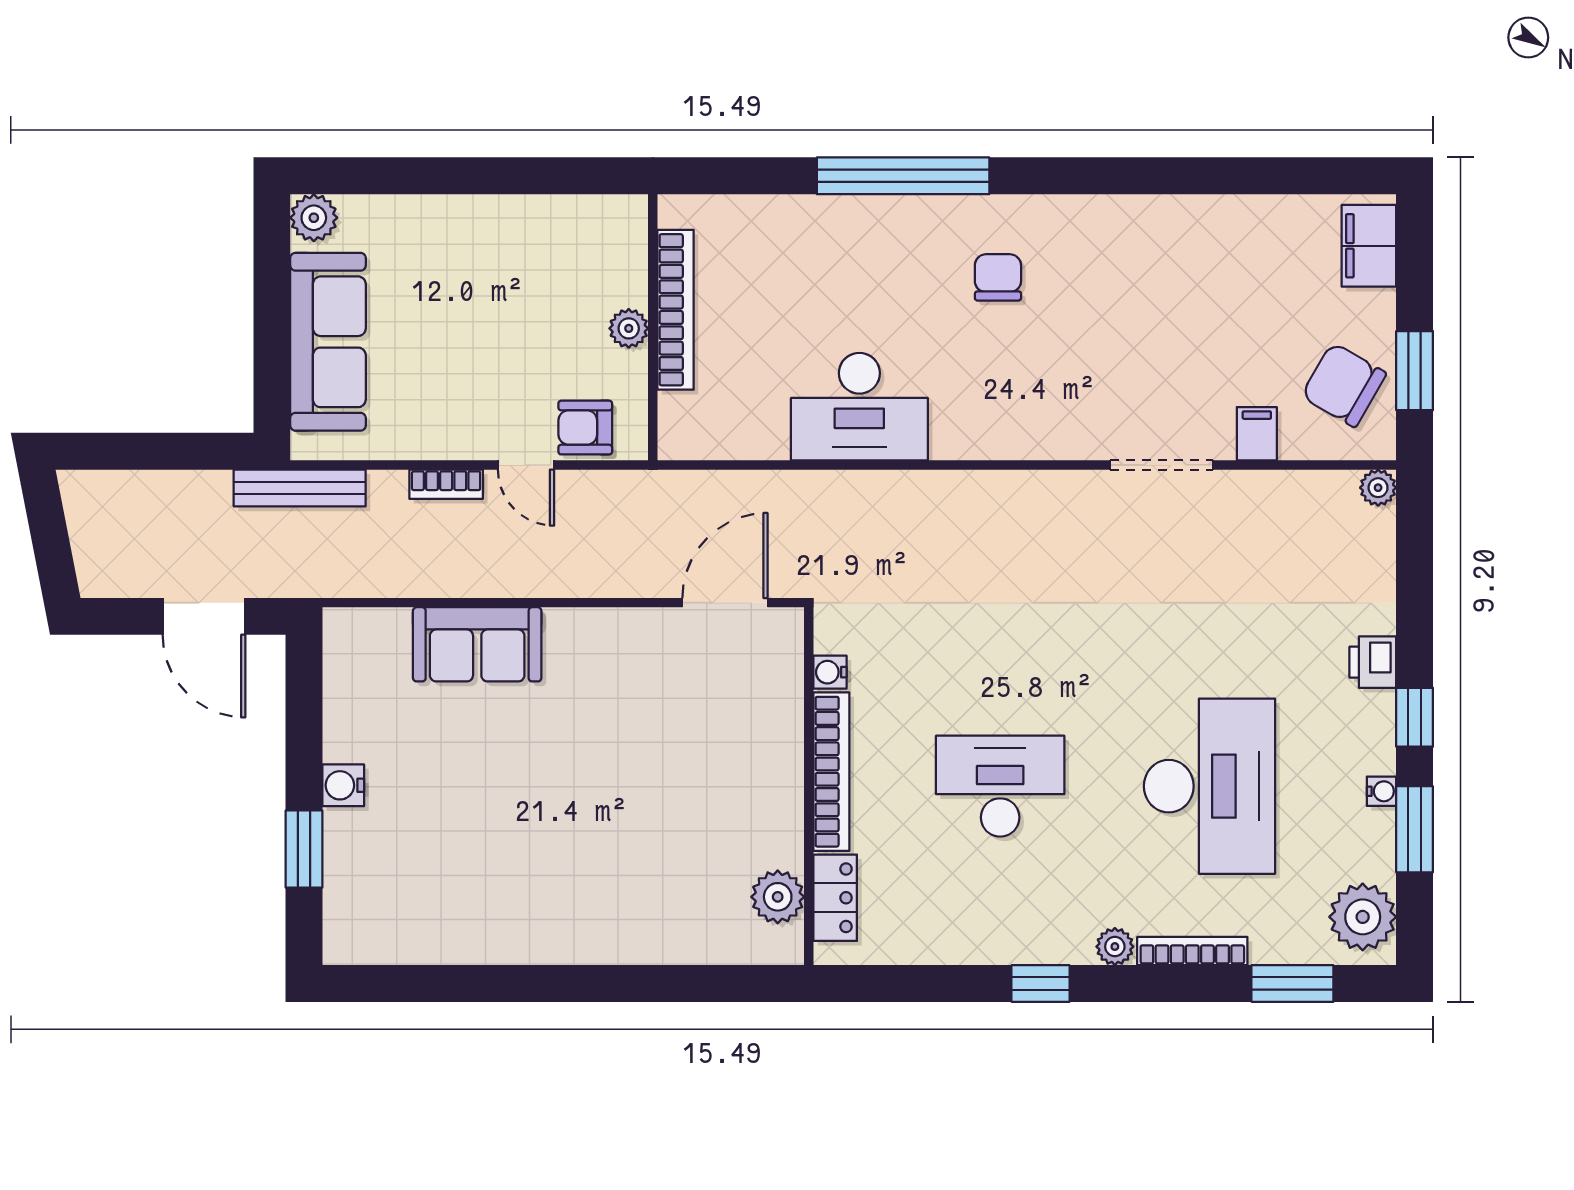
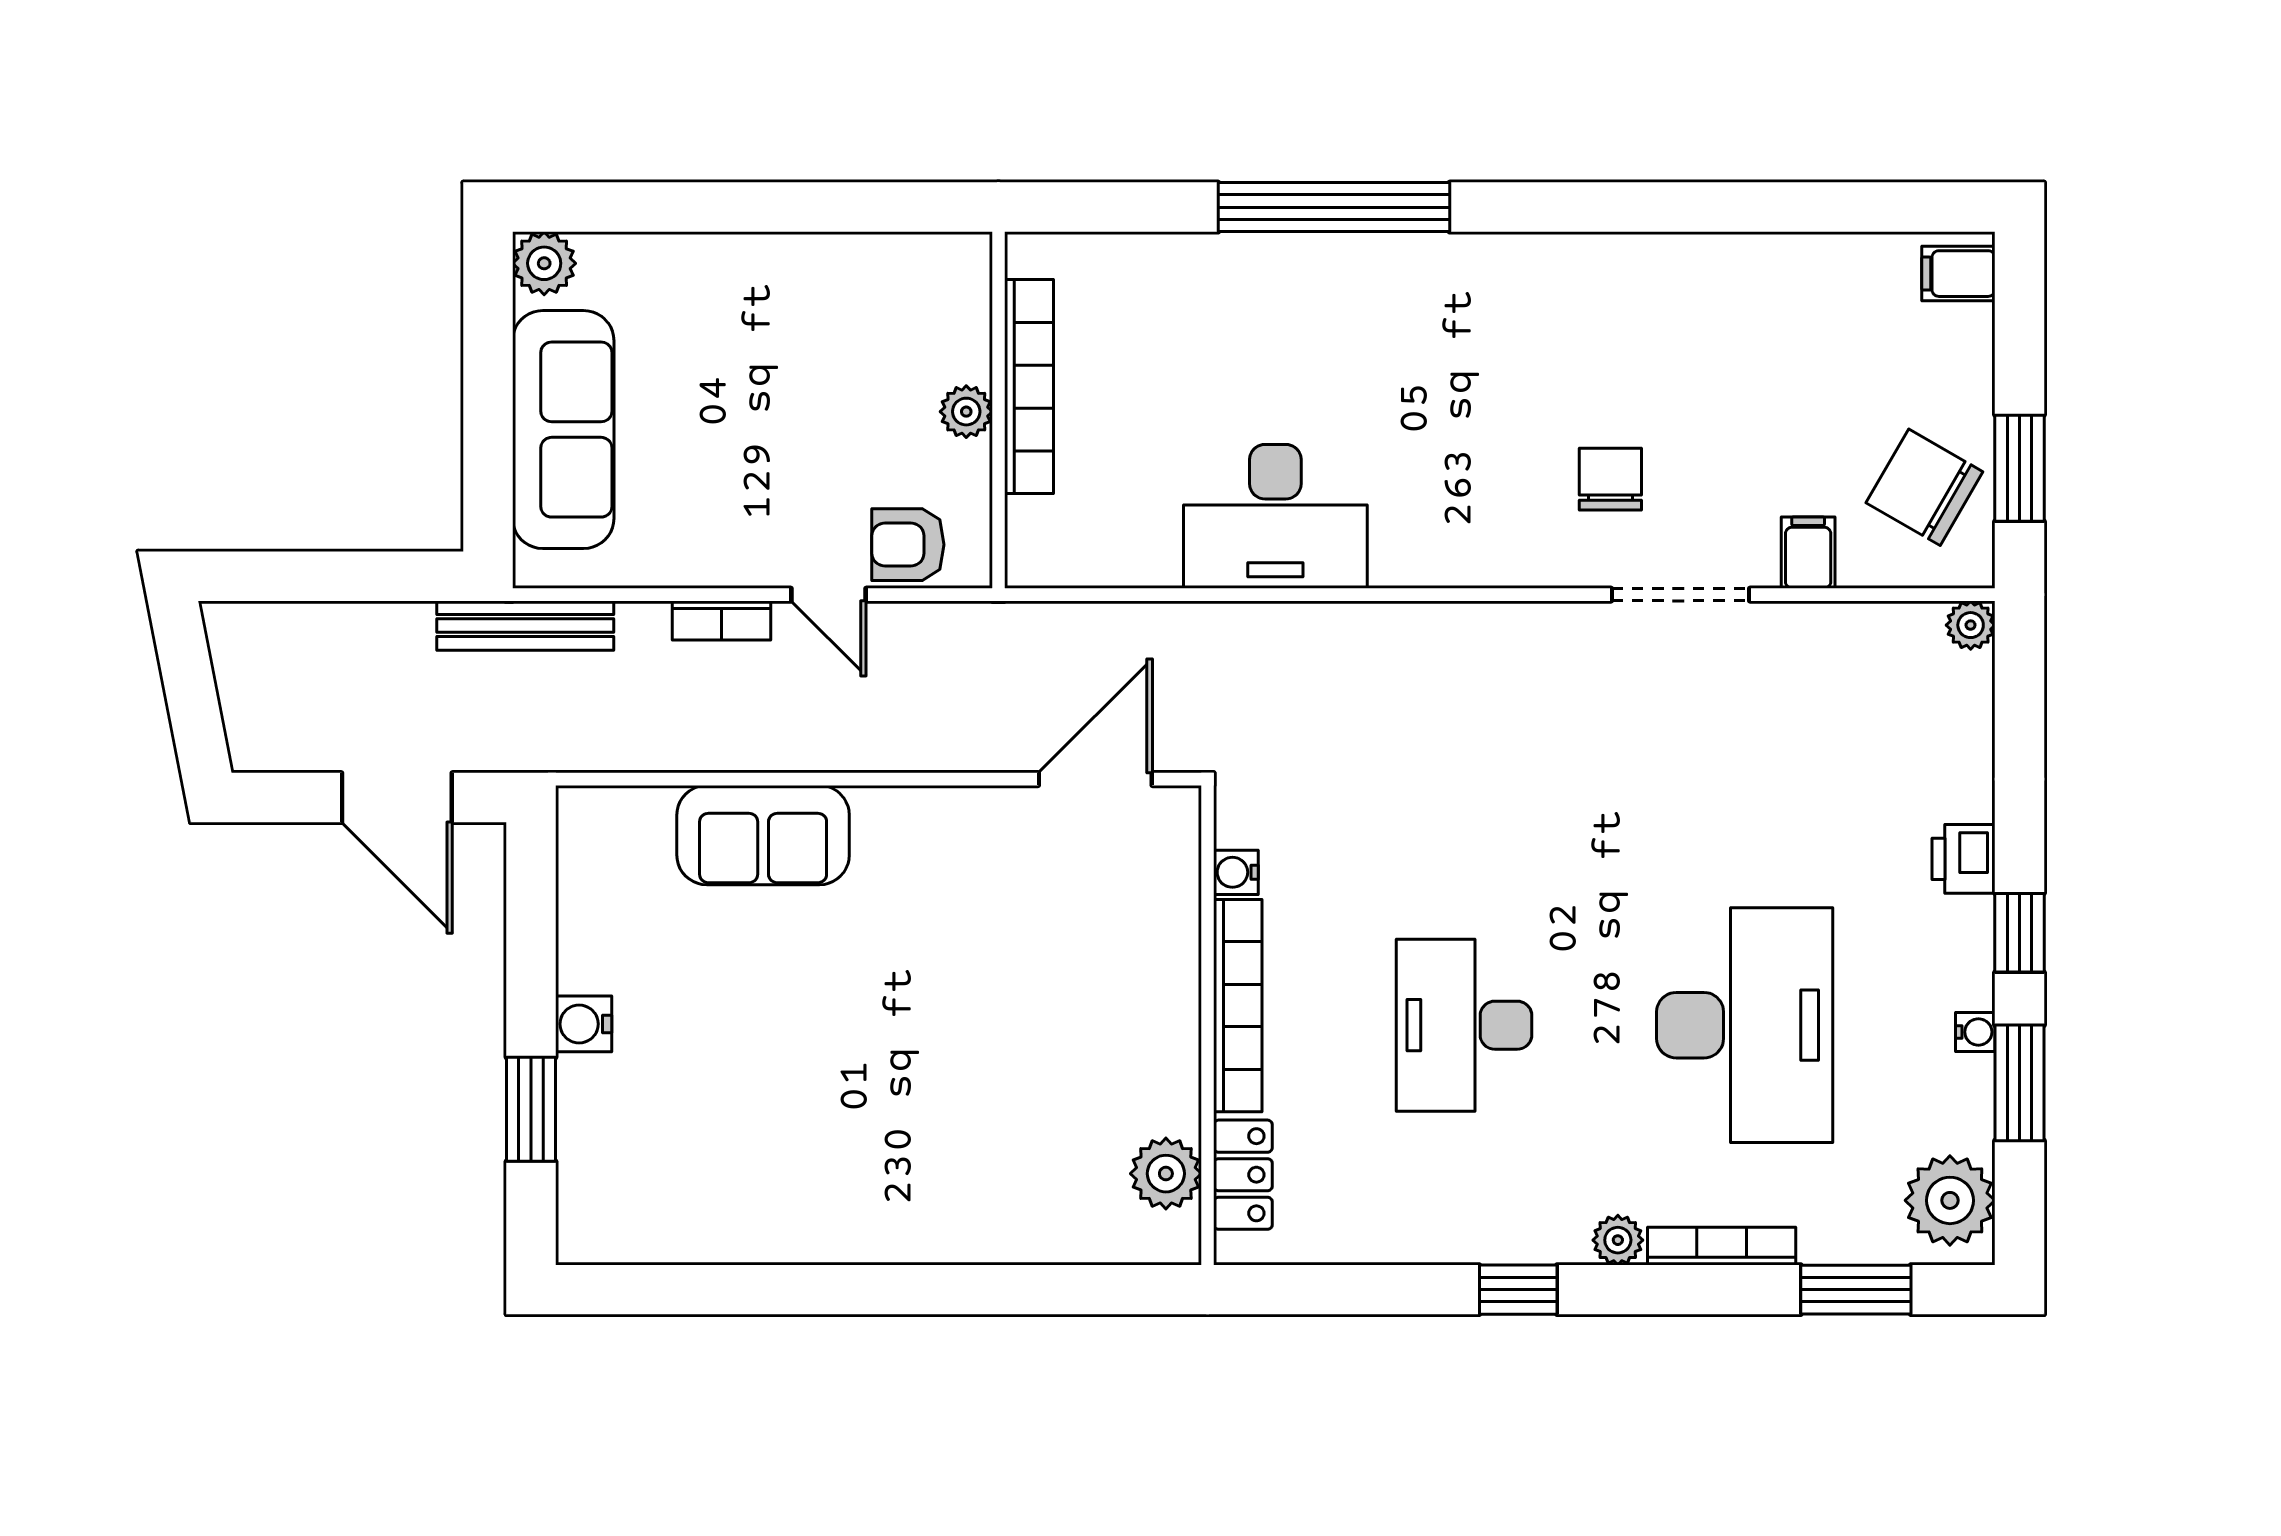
filing cabinet: (1369, 246) -> (1958, 274), width x0.50
chair: (998, 277) -> (1610, 479), moved
desk: (1000, 786) -> (1464, 1025), turned -90

